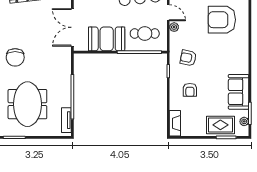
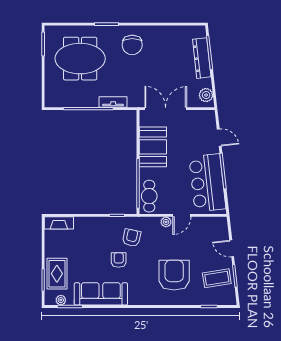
cafe table: (145, 34) -> (149, 196), moved
chair: (15, 57) -> (132, 45), turned -90
armchair: (190, 90) -> (119, 260), moved, turned 90
sofa: (239, 92) -> (101, 294), width x1.36
tv unit: (66, 120) -> (113, 102), moved

